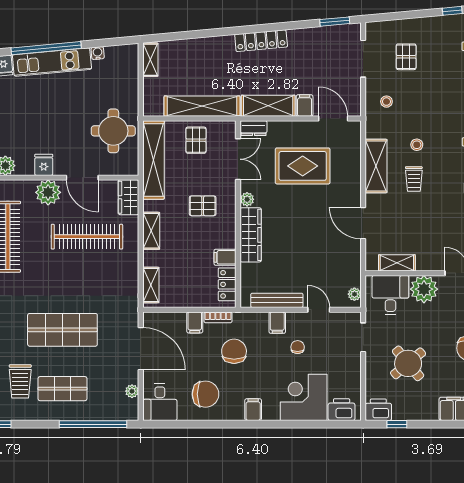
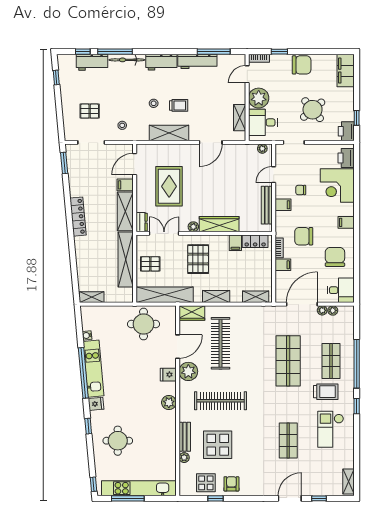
pallet: (203, 206) -> (198, 259), width x1.50, depth x1.42
plant: (132, 377) -> (322, 310), added
window: (93, 424) -> (357, 364), moved

